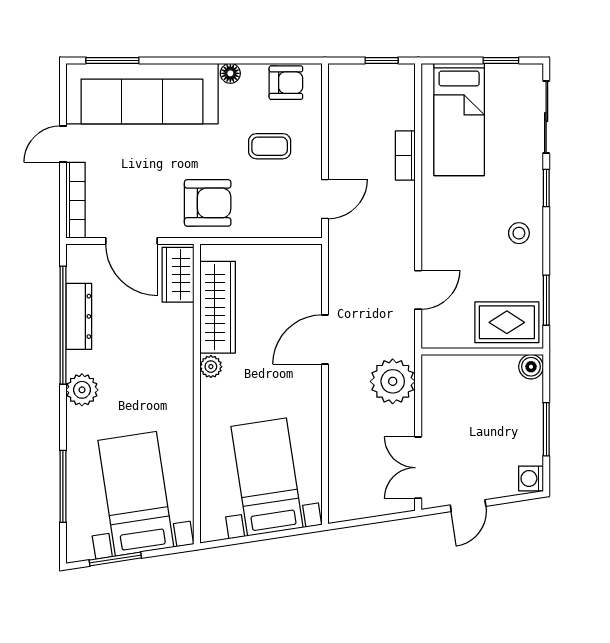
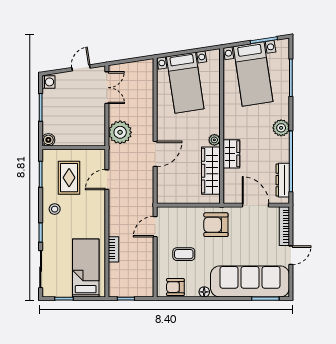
wardrobe: (178, 275) -> (231, 154), moved
dresser: (79, 316) -> (283, 180), moved
rug: (507, 322) -> (69, 178), moved, turned 90

